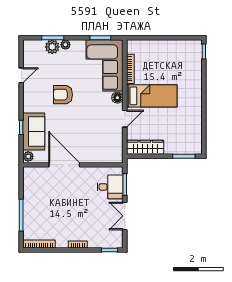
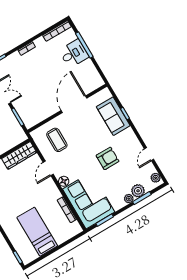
bed: (152, 96) -> (37, 232), moved, turned 90
coffee table: (101, 141) -> (57, 140), added
plant: (28, 156) -> (156, 178), moved
door: (64, 165) -> (74, 104), swing flipped
desk: (110, 187) -> (74, 54), moved, turned 180

